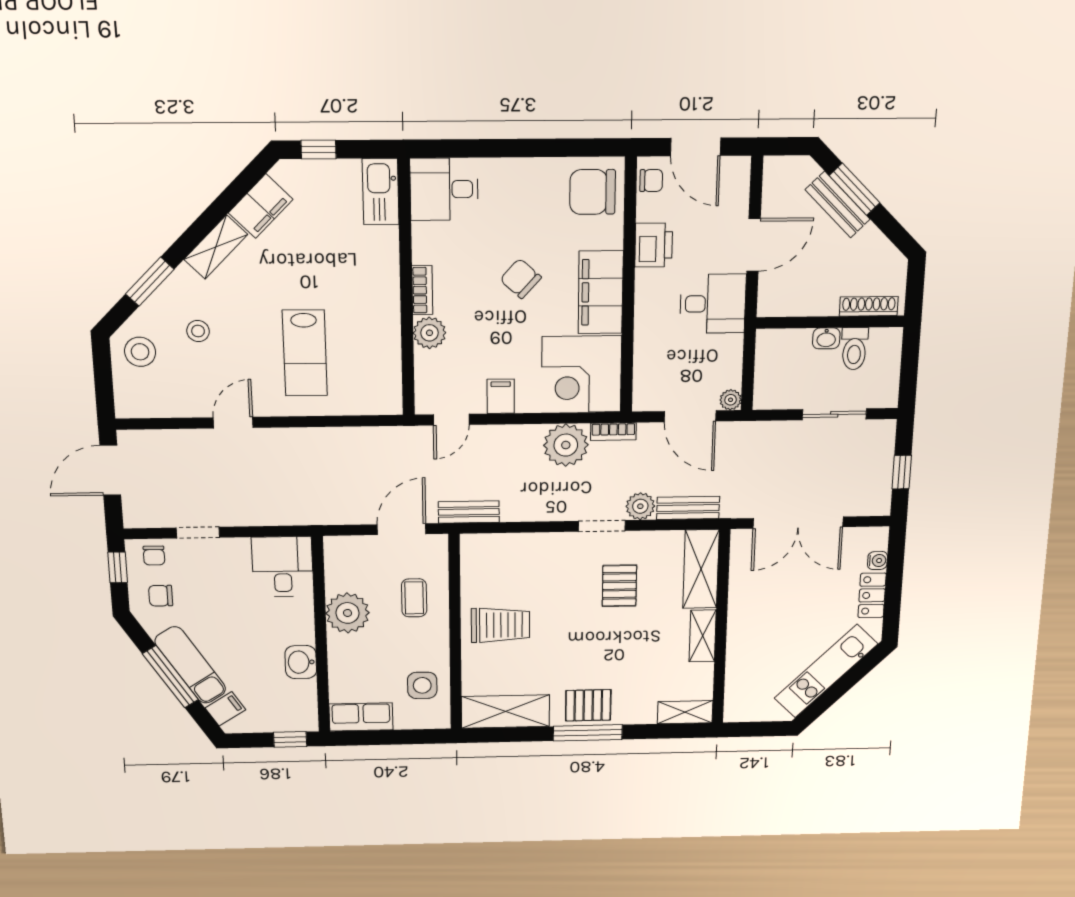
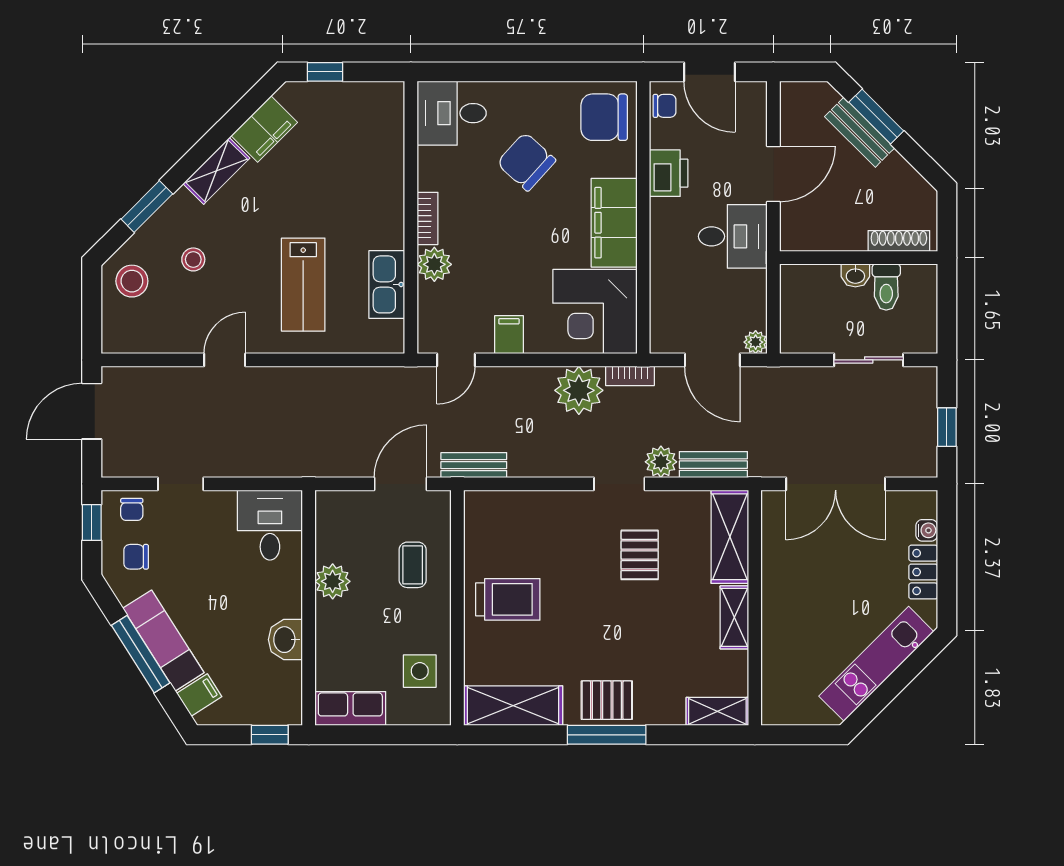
kitchen sink: (381, 192) -> (387, 284), moved
chair: (521, 279) -> (526, 162), moved, width x1.37, depth x1.37
plant: (347, 613) -> (333, 581), width x0.73, depth x0.73

